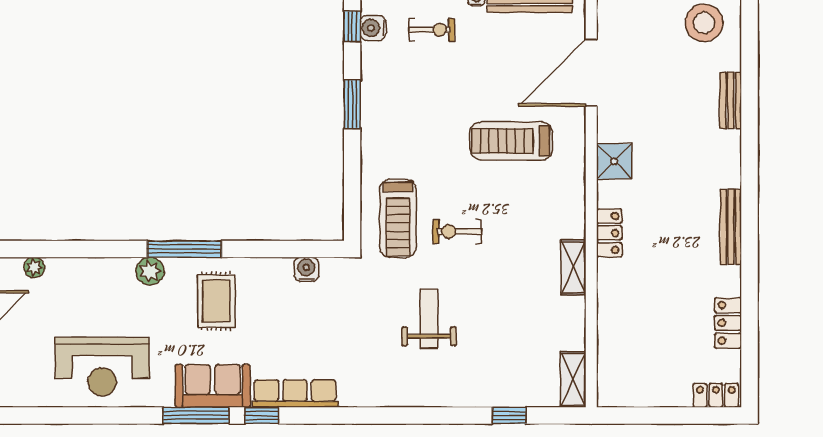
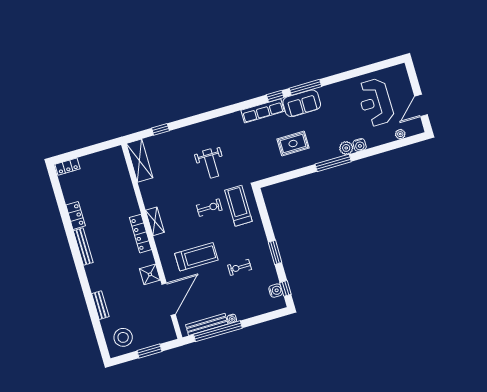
exercise bike: (431, 30) -> (240, 267), moved
shower: (614, 161) -> (150, 274), moved
locker: (609, 233) -> (140, 234), width x1.53
shelving: (573, 267) -> (155, 221), moved
water cooler: (306, 269) -> (360, 145), moved
rug: (216, 301) -> (293, 143), moved, turned 90
locker: (728, 323) -> (76, 215), moved
reception desk: (102, 367) -> (375, 102), moved, turned -90
shelving: (573, 379) -> (140, 161), width x1.50, depth x1.33

